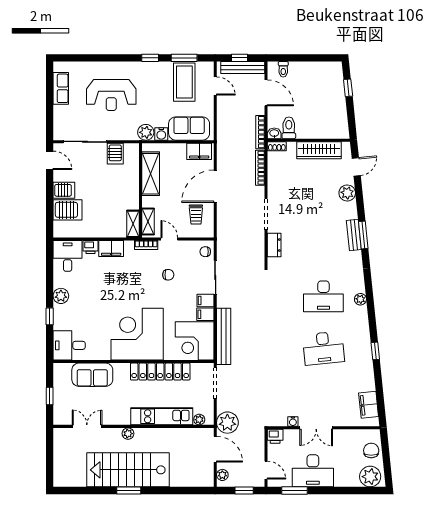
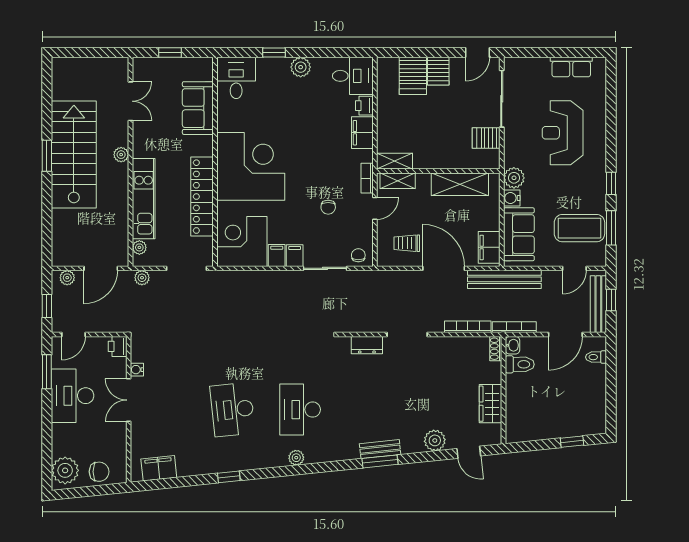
wardrobe: (319, 150) -> (491, 404), width x0.67
bench: (224, 336) -> (504, 279), moved
plant: (227, 423) -> (142, 278), width x0.53, depth x0.53

